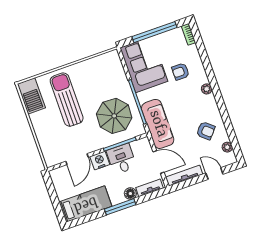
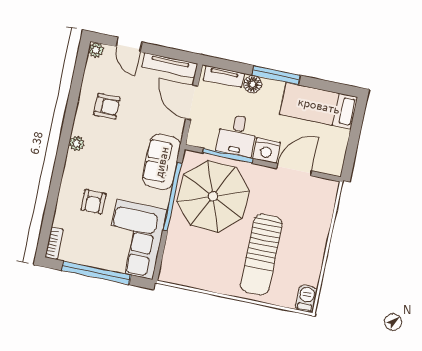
armchair: (181, 72) -> (93, 202), turned 90
plant: (207, 89) -> (77, 143), moved
barbecue: (31, 96) -> (306, 299), width x0.53, depth x0.65
parasol: (114, 116) -> (213, 196), width x1.36, depth x1.36
sofa: (158, 124) -> (162, 162), width x0.73
armchair: (206, 131) -> (107, 106), turned 139
plant: (227, 147) -> (96, 50), moved

